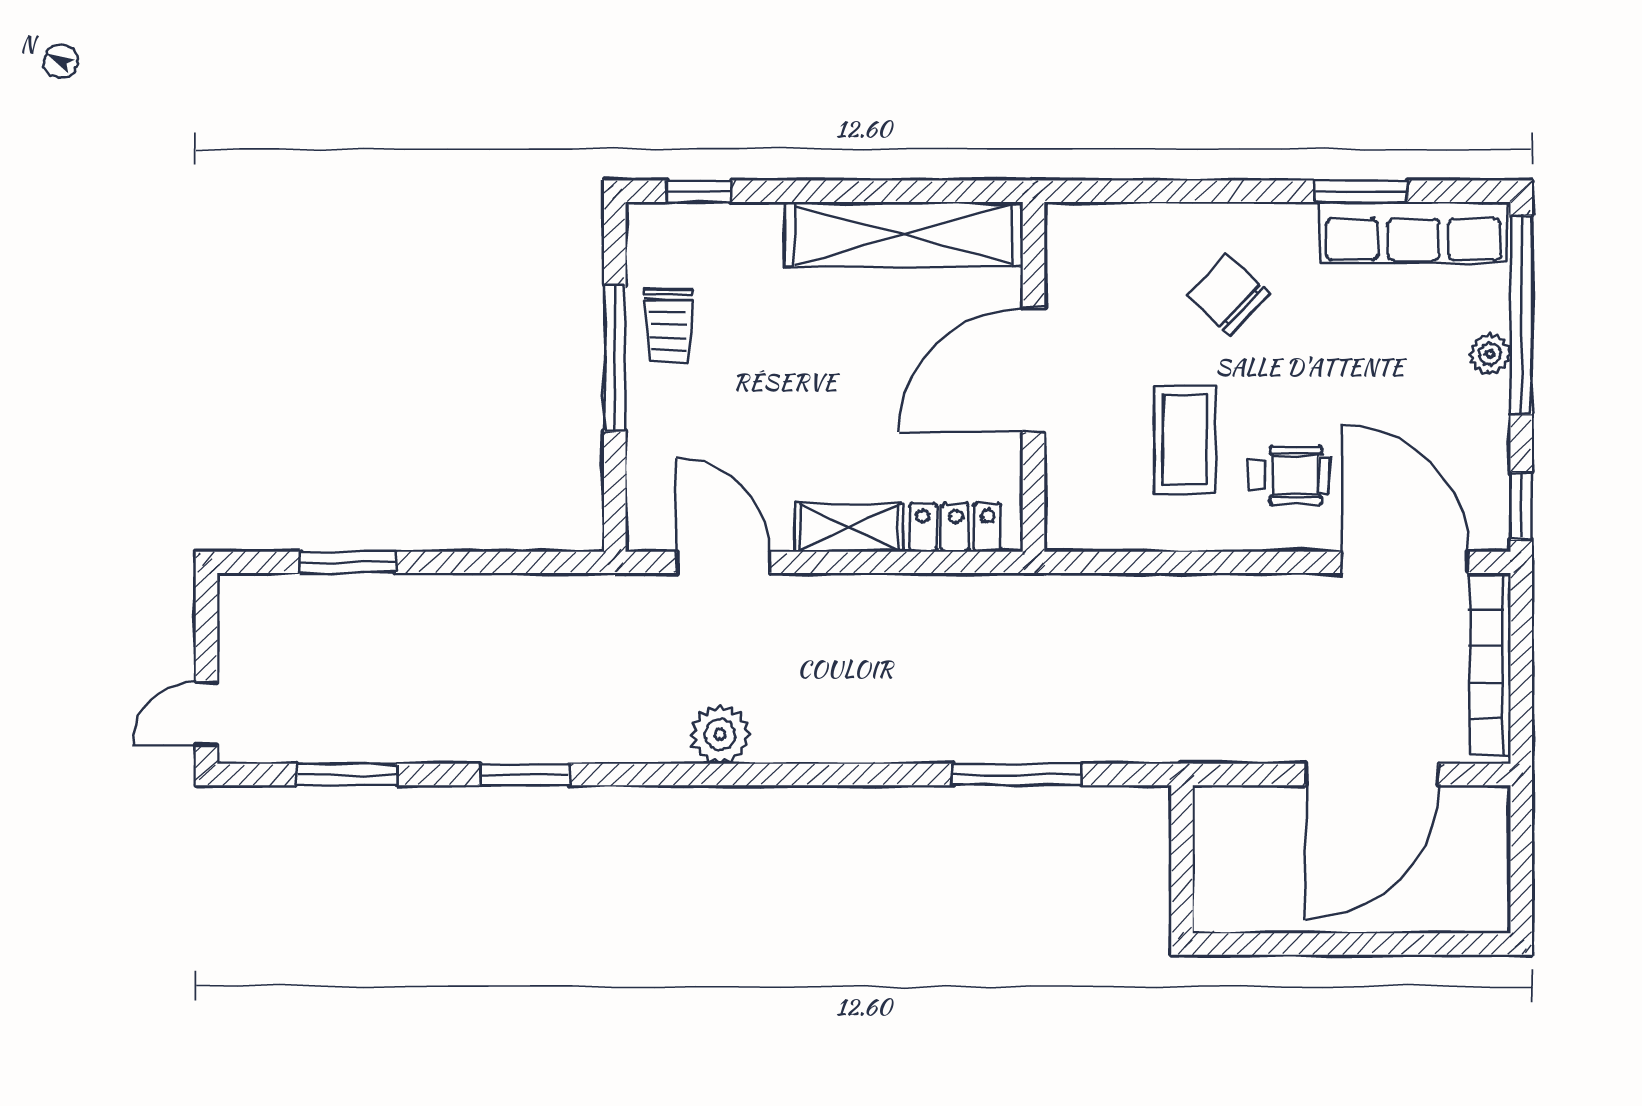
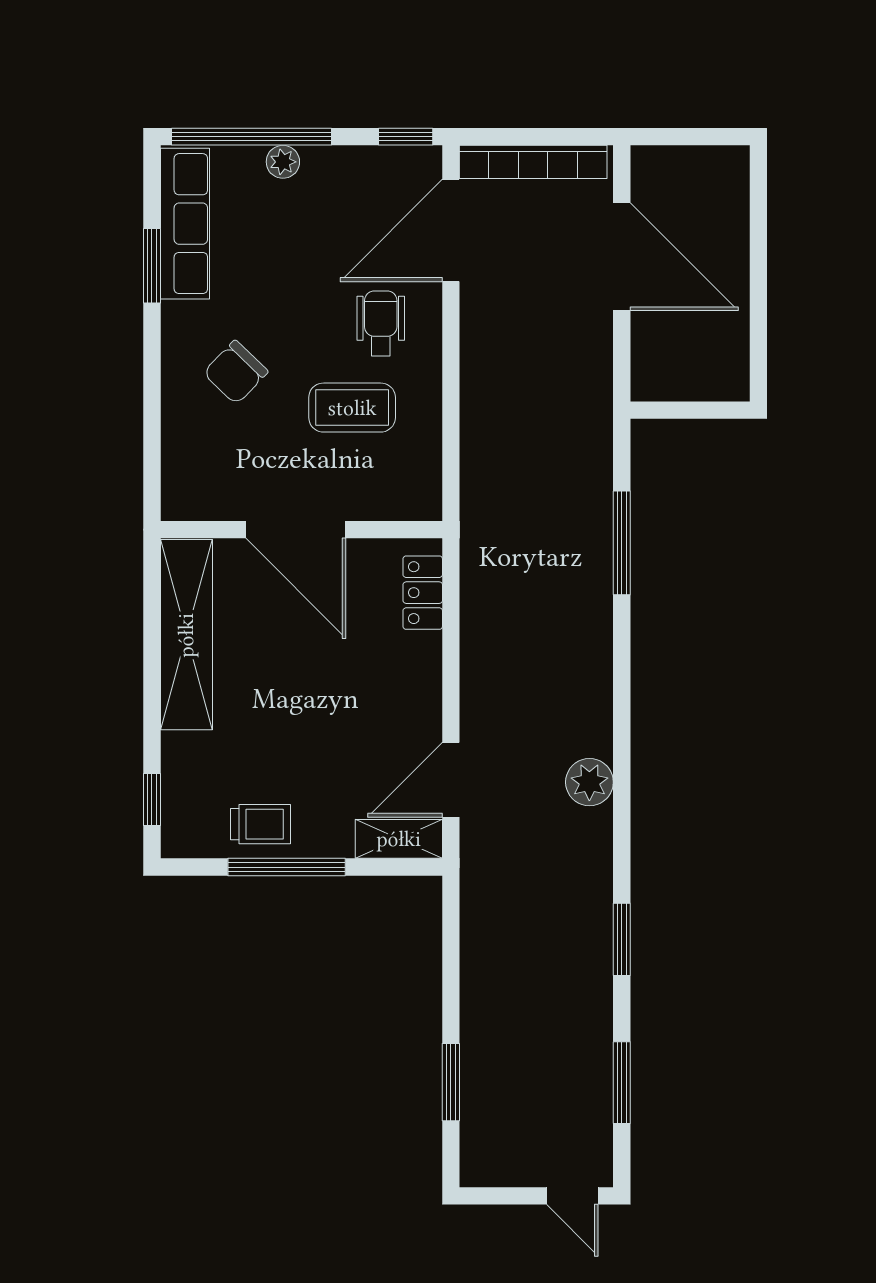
shelving: (849, 527) -> (399, 839), moved, turned 90

